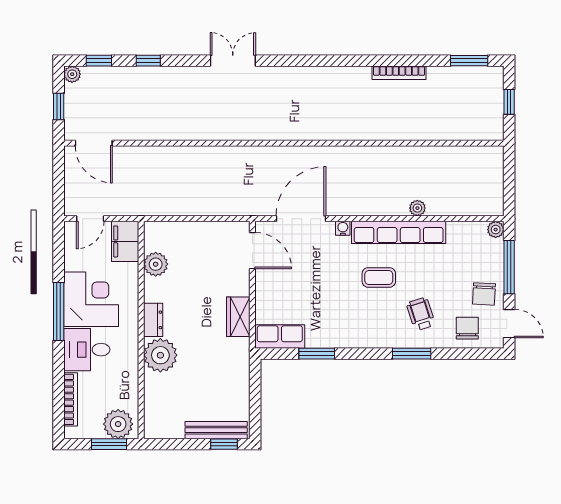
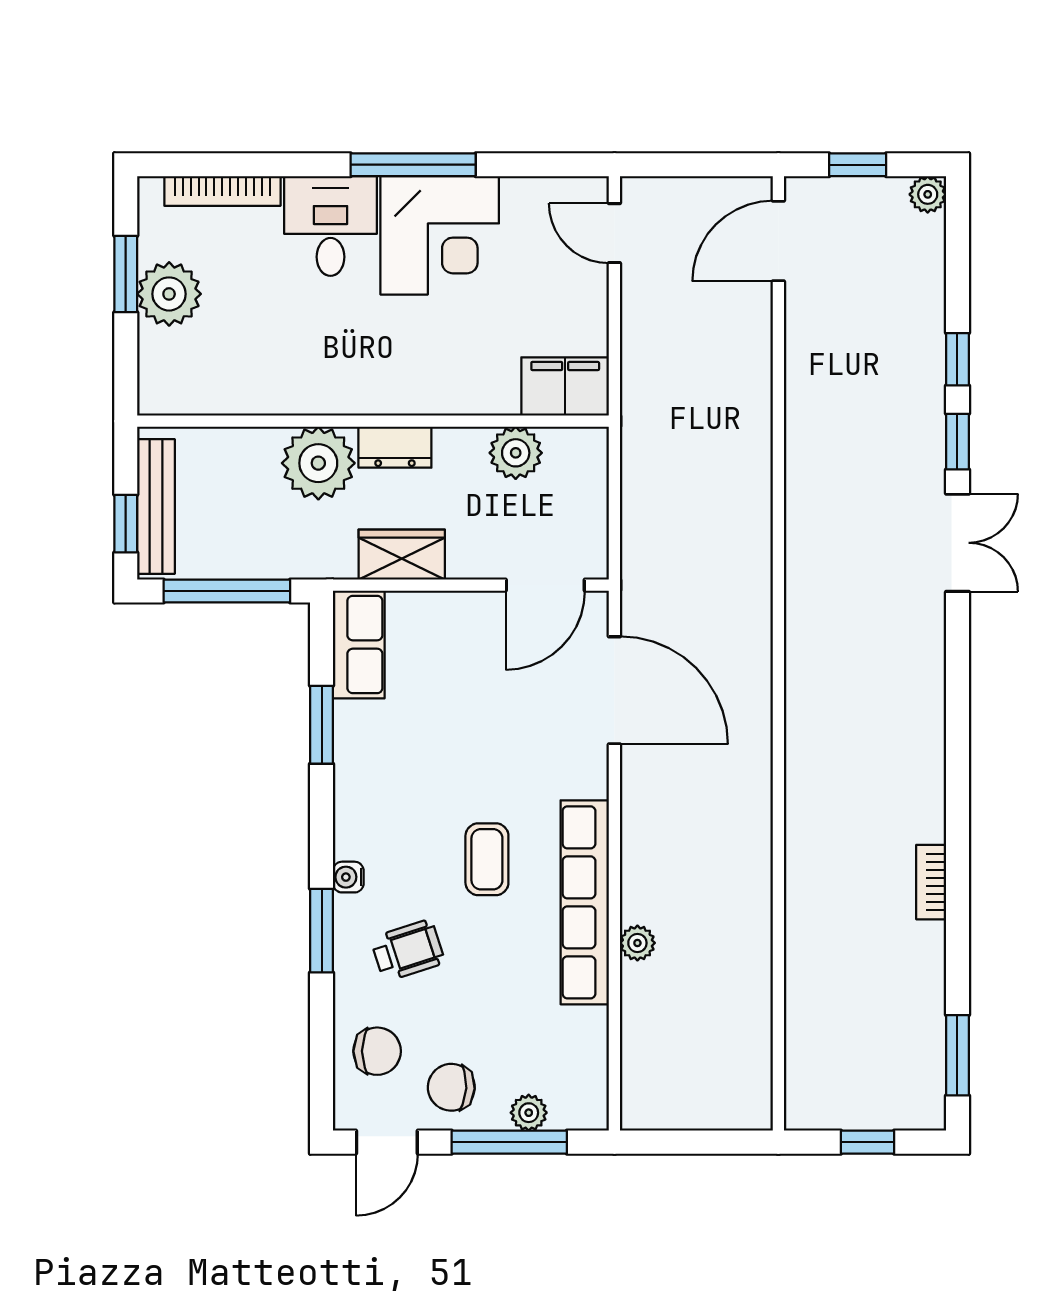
window: (99, 61) -> (957, 442), moved
bookcase: (399, 73) -> (931, 882), width x0.64
water cooler: (343, 228) -> (348, 877), moved, turned 180
plant: (496, 230) -> (529, 1113), moved
filing cabinet: (125, 241) -> (565, 386), moved
plant: (156, 264) -> (516, 453), moved
dresser: (153, 320) -> (395, 447), moved
wall: (141, 330) -> (373, 421), moved
plant: (160, 355) -> (318, 463), moved
window: (255, 397) -> (227, 591), added

